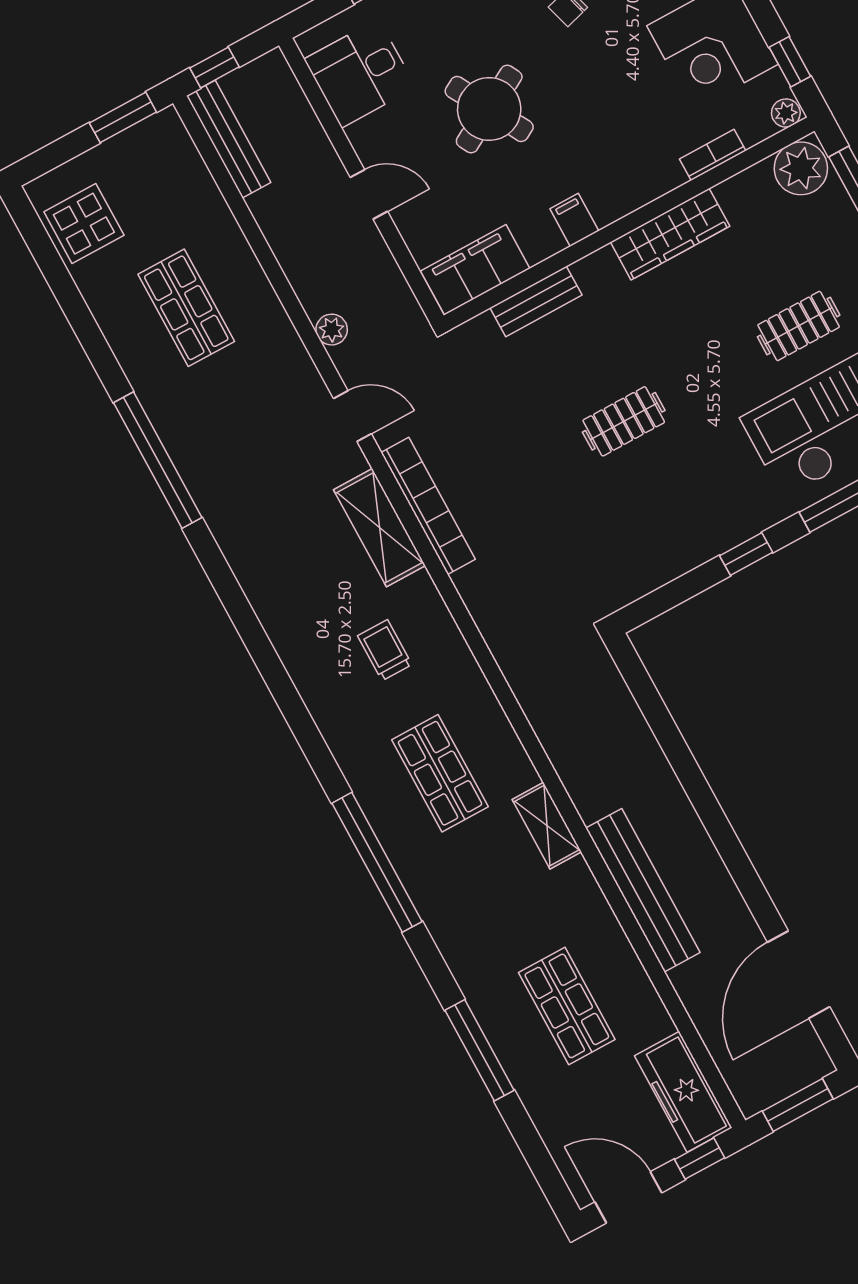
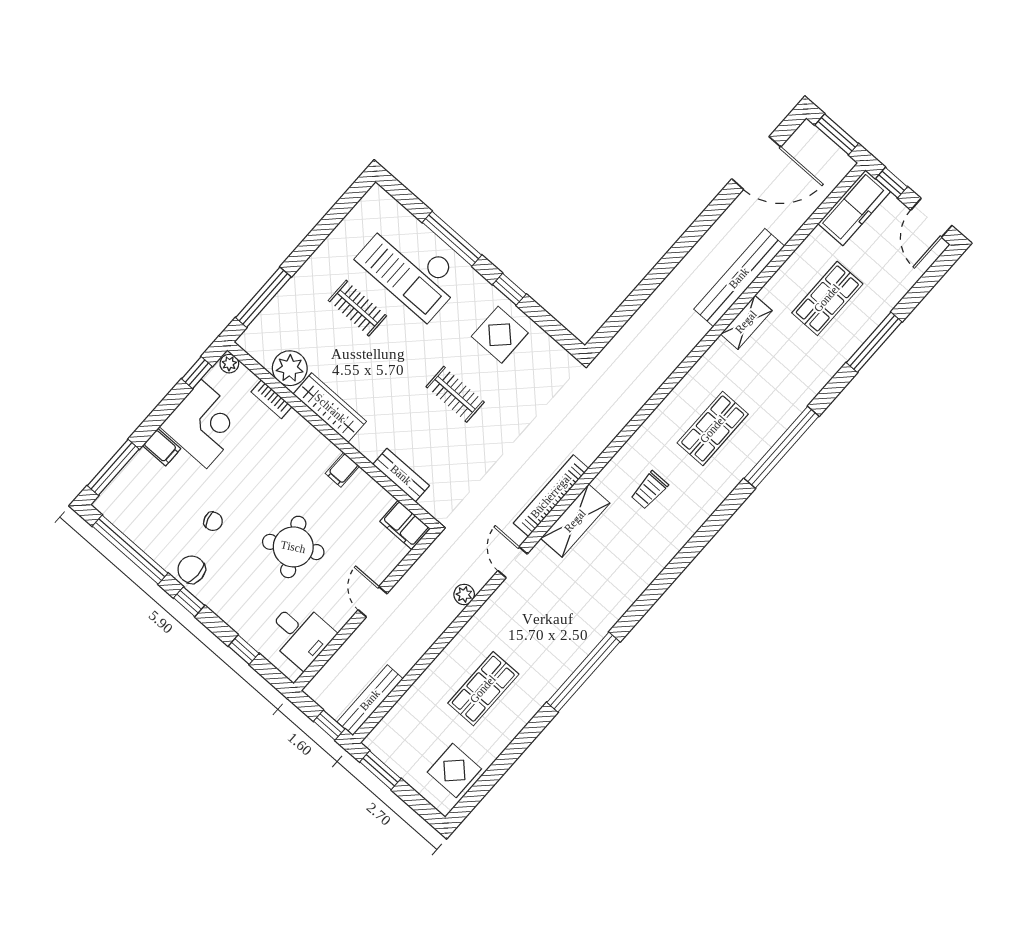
plant: (801, 168) -> (290, 368), moved
filing cabinet: (475, 270) -> (405, 525), width x0.67, depth x0.86
display table: (686, 517) -> (500, 335), added
shelving: (547, 826) -> (746, 322), moved

